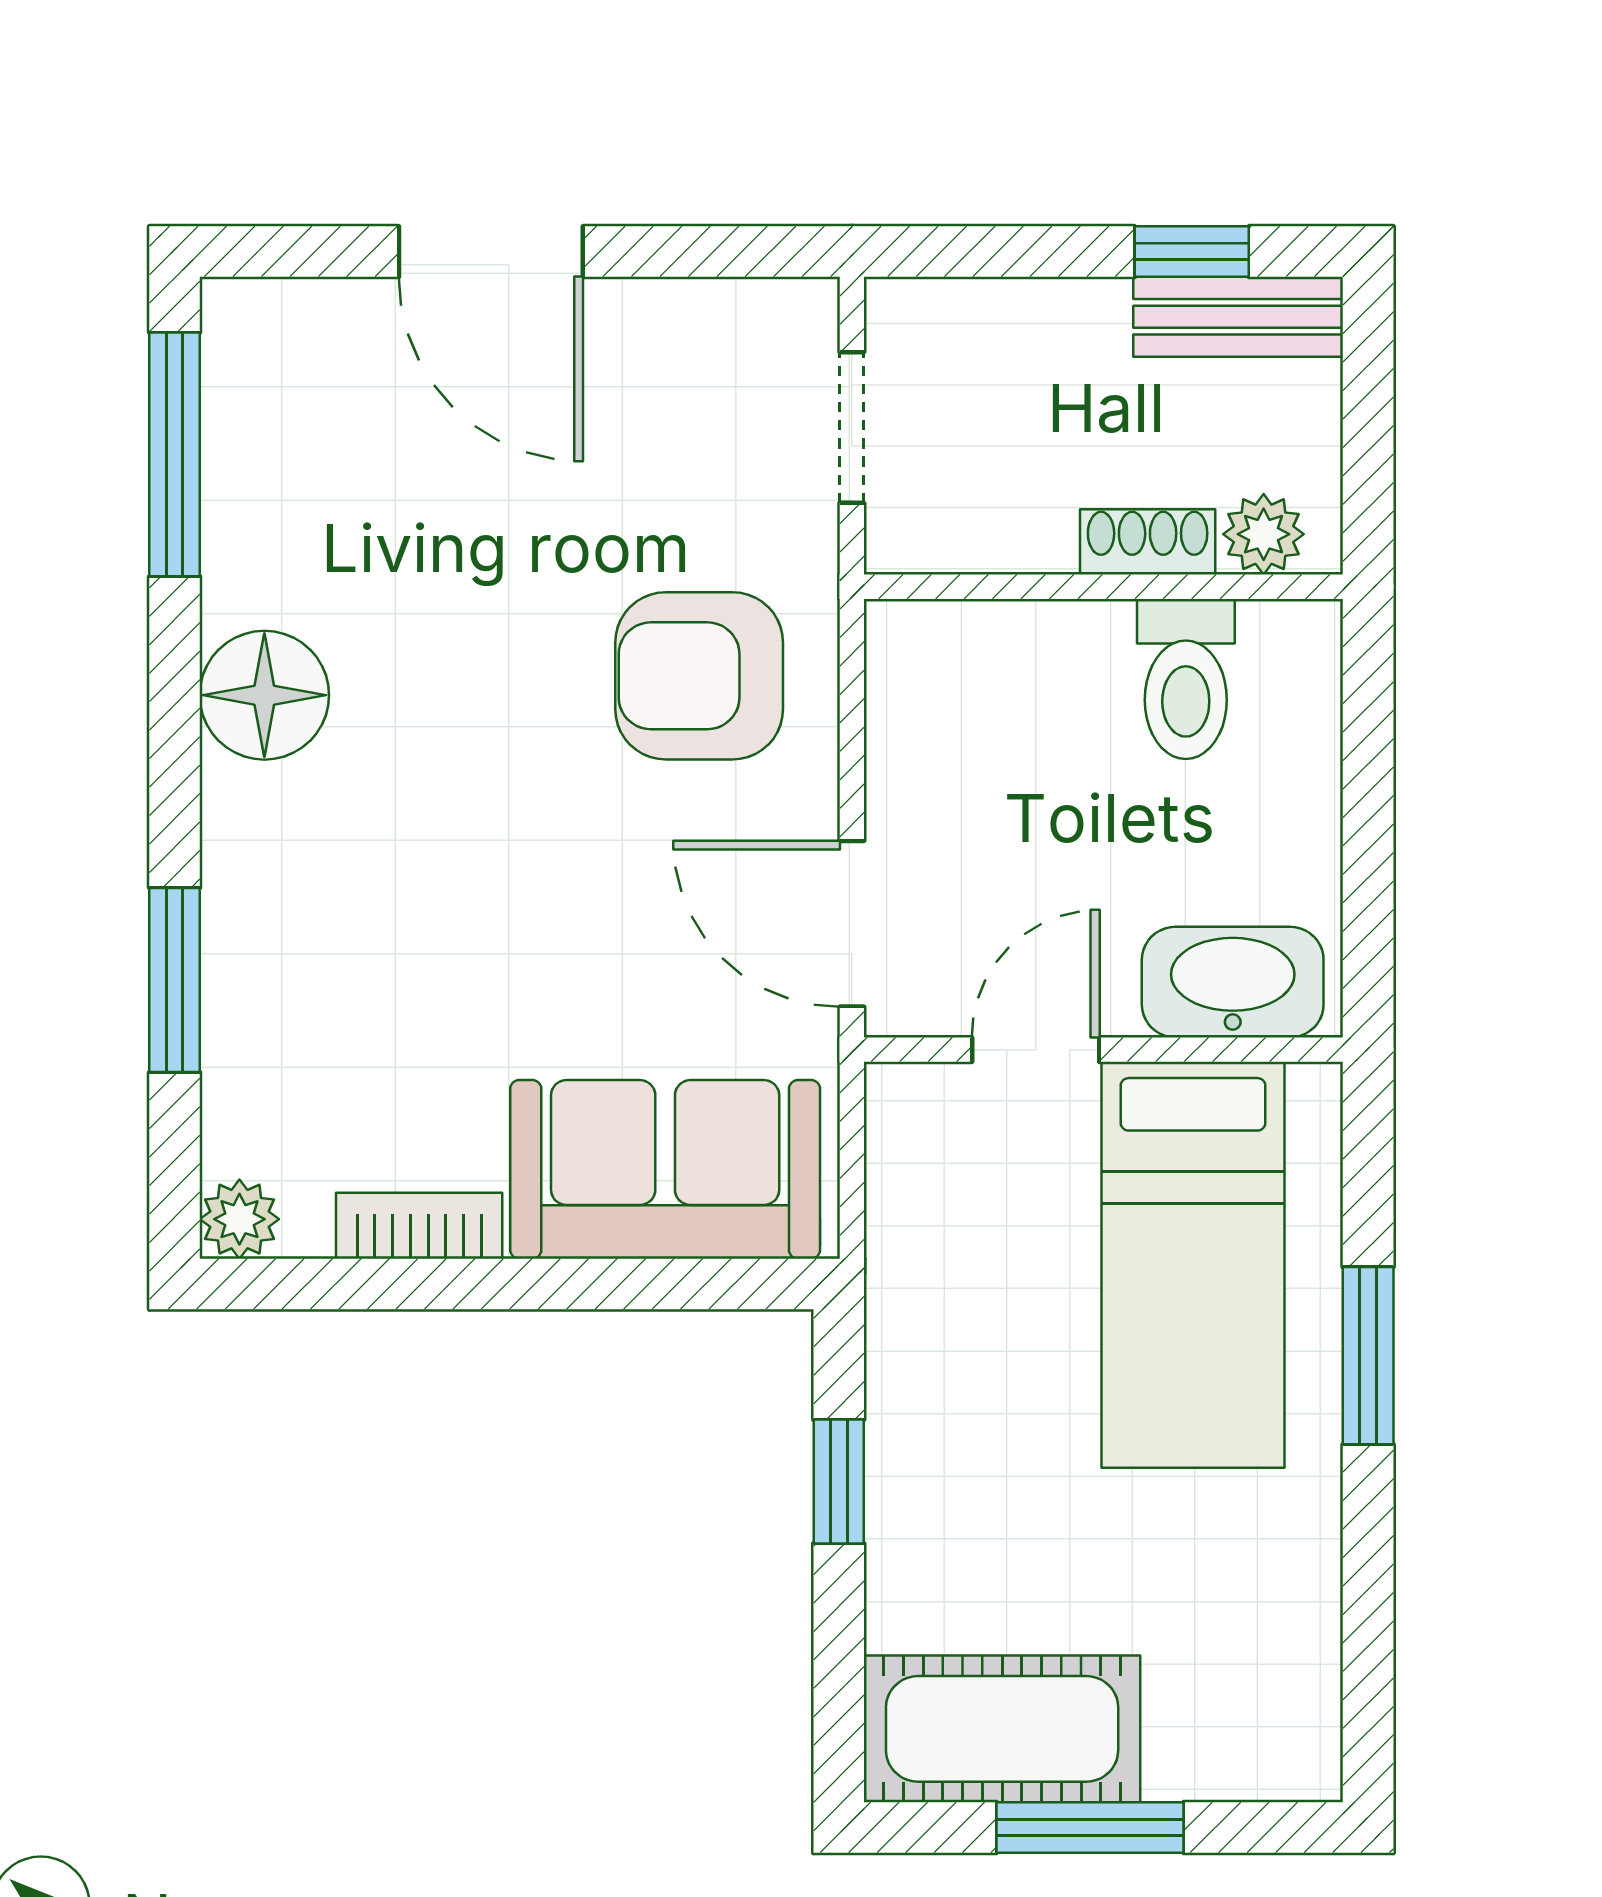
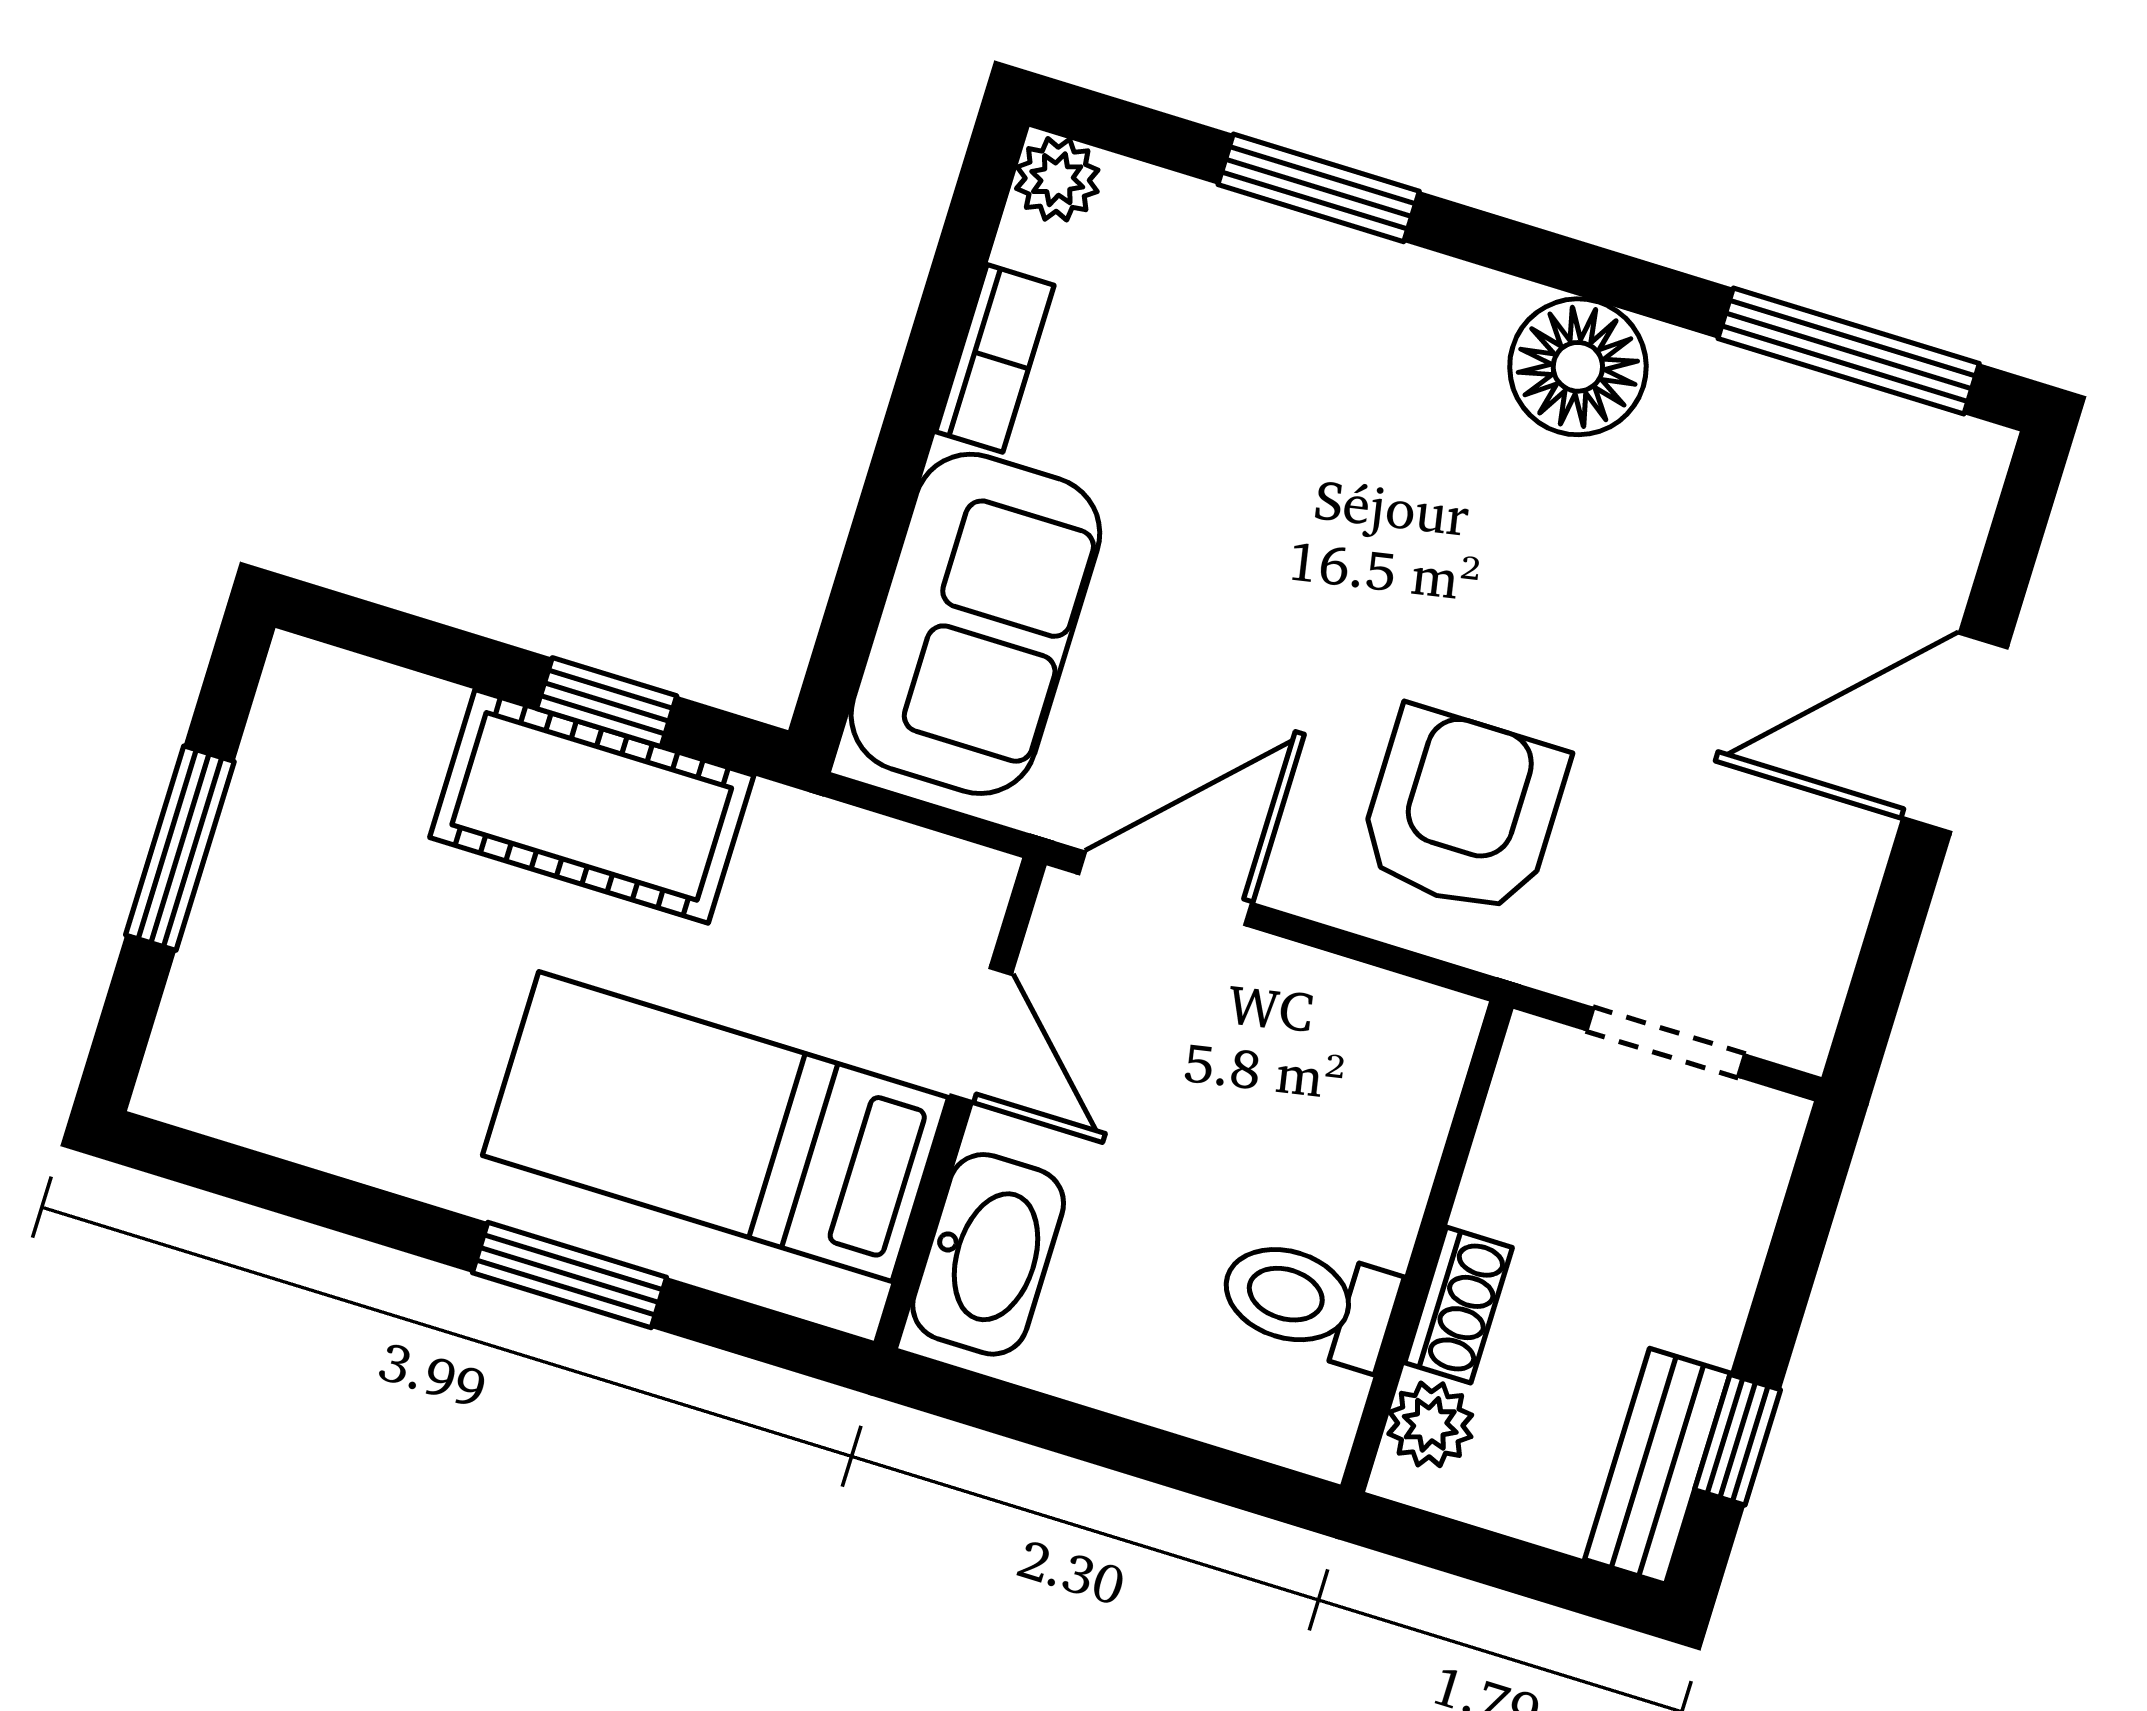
cot: (1002, 1729) -> (592, 806), moved, turned 90

